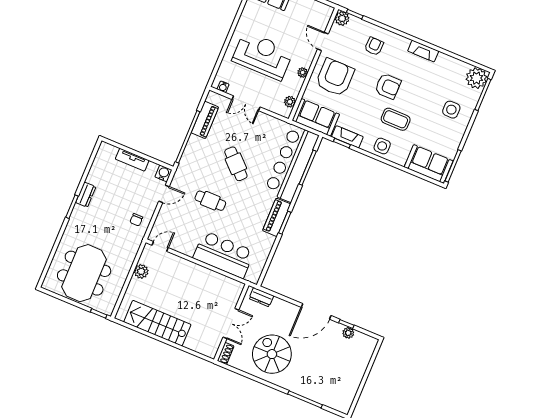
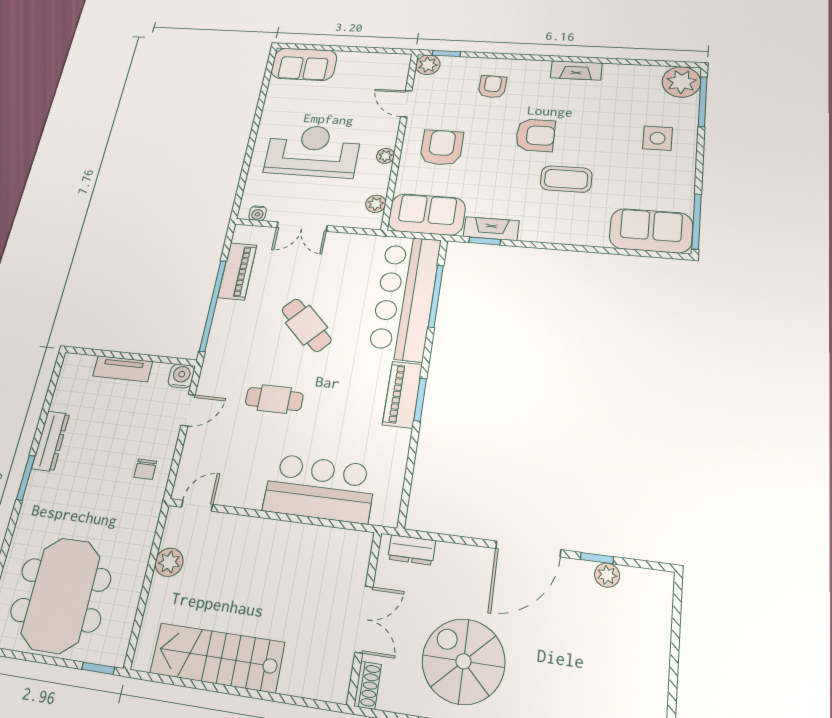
armchair: (335, 77) -> (442, 148), width x0.73, depth x0.73
side table: (382, 146) -> (557, 226), removed
dresser: (86, 195) -> (51, 441), width x1.44

